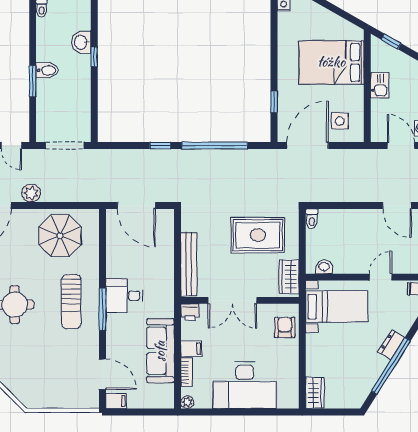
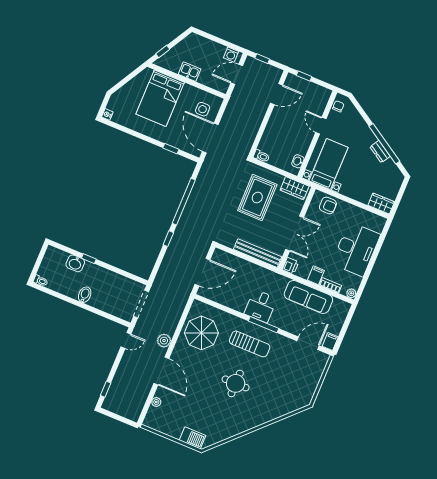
window: (33, 81) -> (88, 308), removed
armchair: (285, 327) -> (328, 205), turned 180
dresser: (391, 345) -> (380, 152), moved

